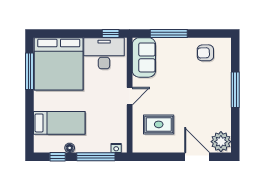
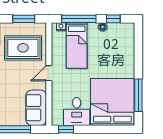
desk: (104, 53) -> (77, 111), width x0.73
bed: (59, 123) -> (77, 45), moved, turned -90
rug: (159, 124) -> (23, 48), width x1.36, depth x1.43
window: (158, 157) -> (24, 19), added

